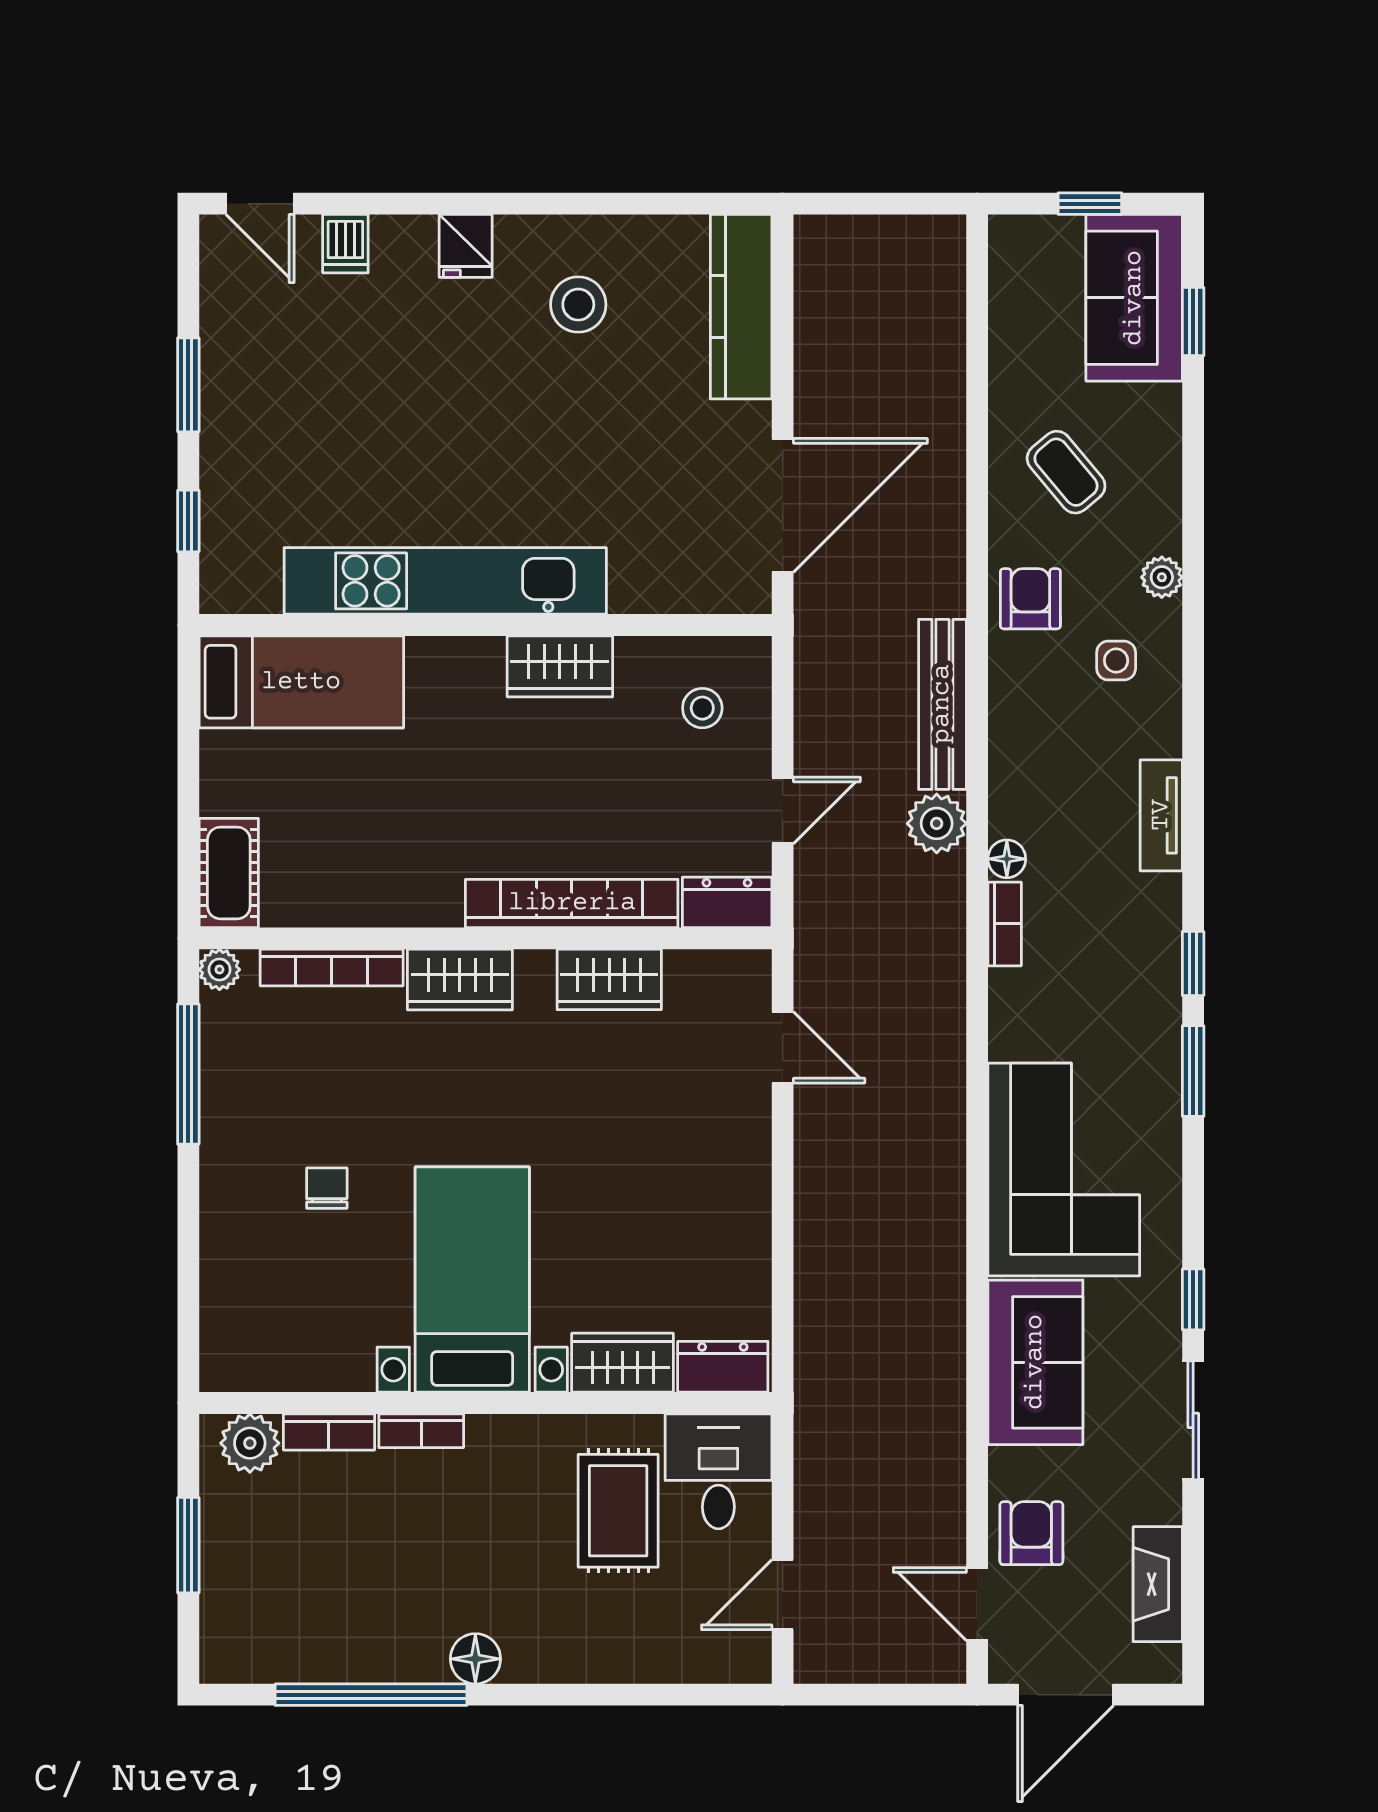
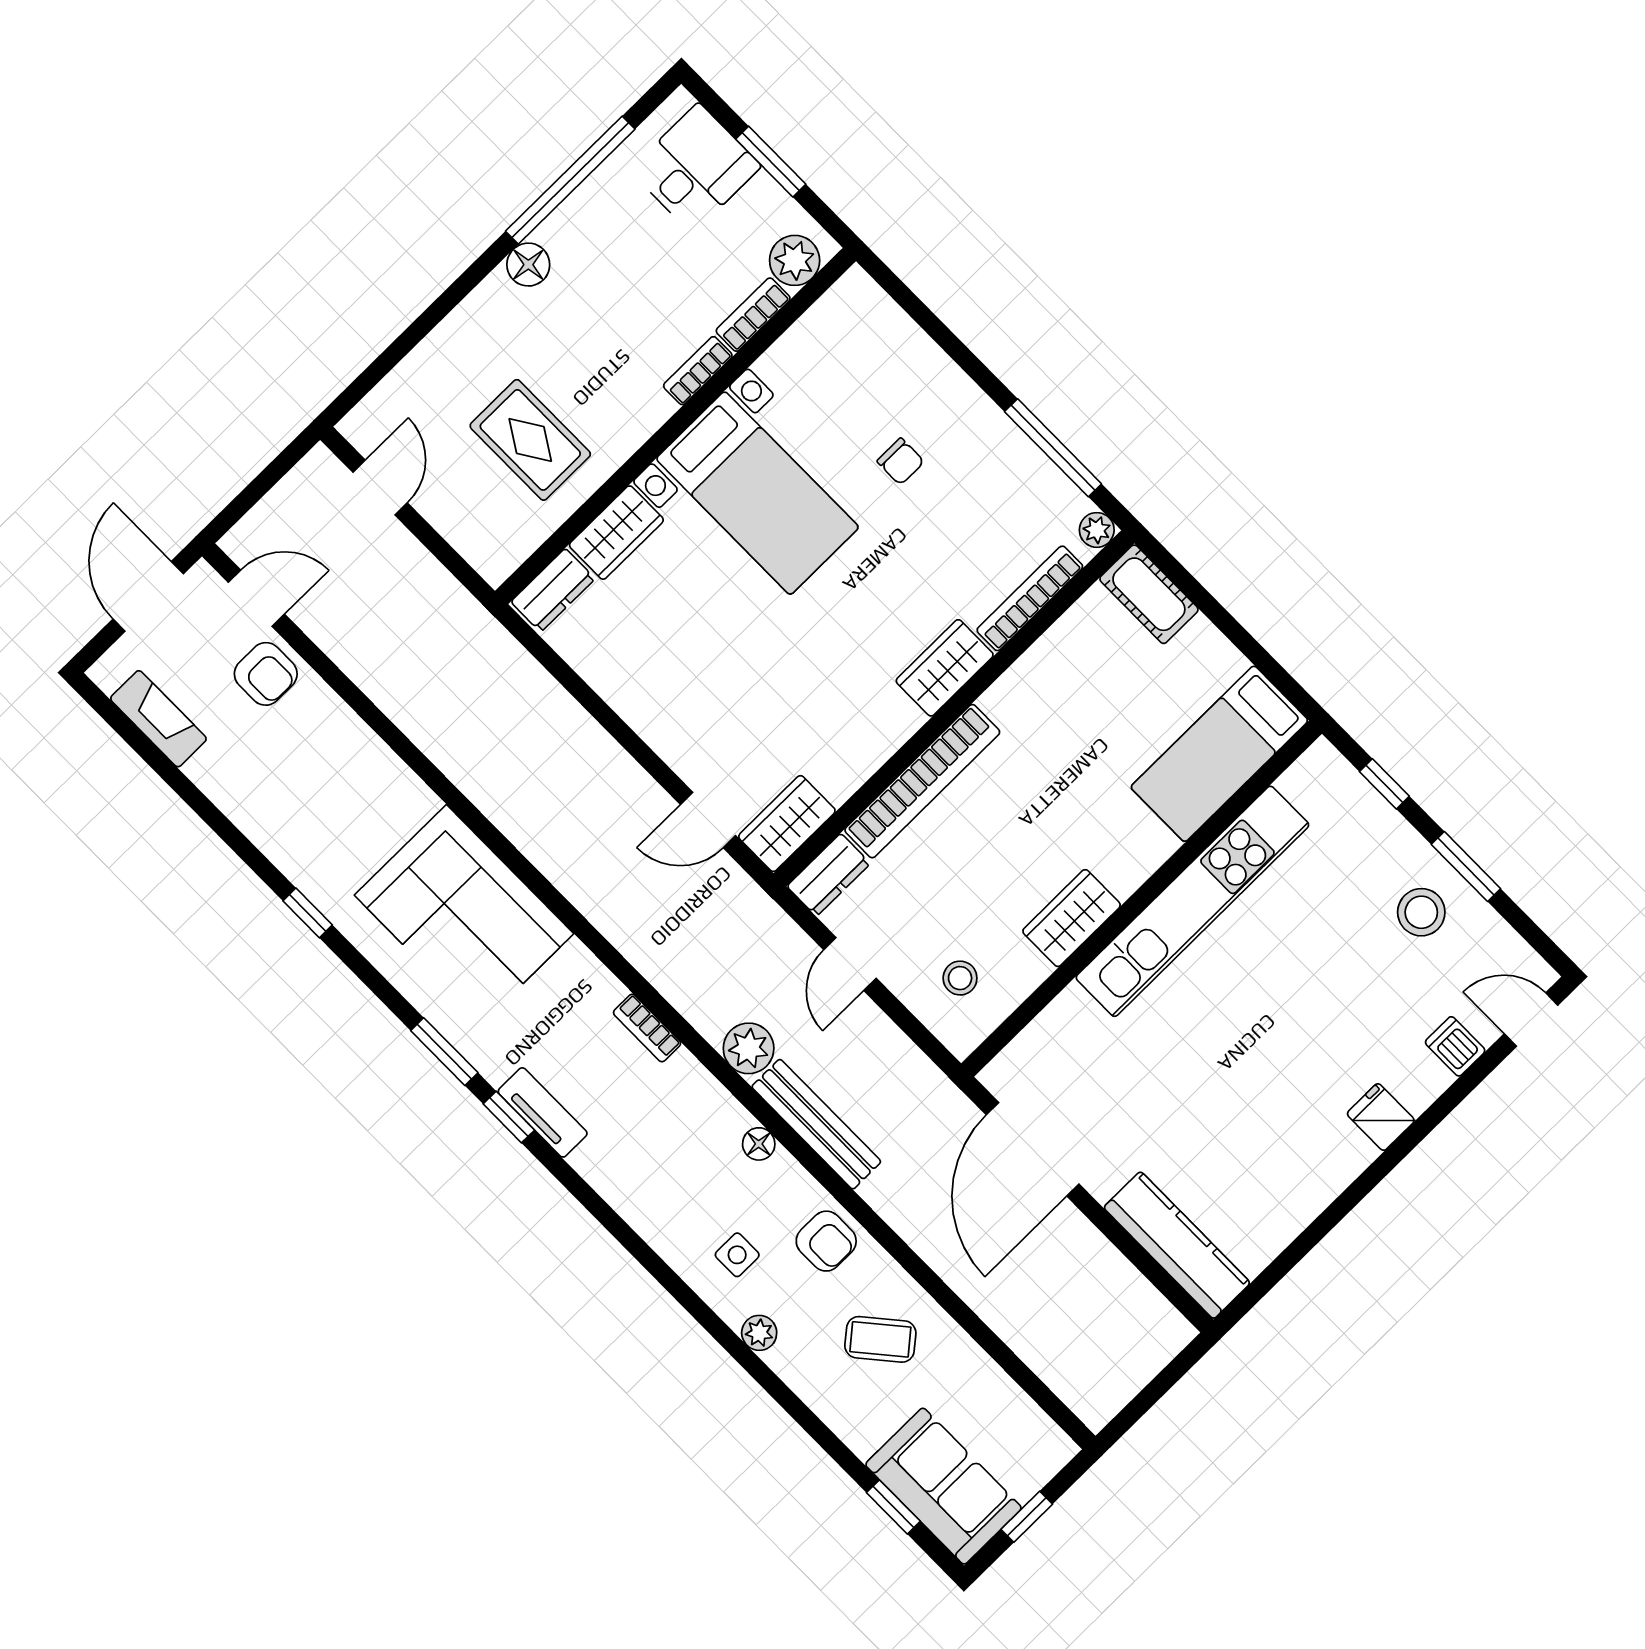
stool: (578, 305) -> (1421, 912), moved
tv unit: (1161, 815) -> (543, 1112), moved
floor lamp: (1007, 859) -> (759, 1144), moved
wardrobe: (609, 979) -> (787, 824), moved
sofa: (1035, 1362) -> (366, 780), removed
sliding door: (1193, 1420) -> (235, 839), removed
desk: (718, 1471) -> (695, 168), moved, turned -90

